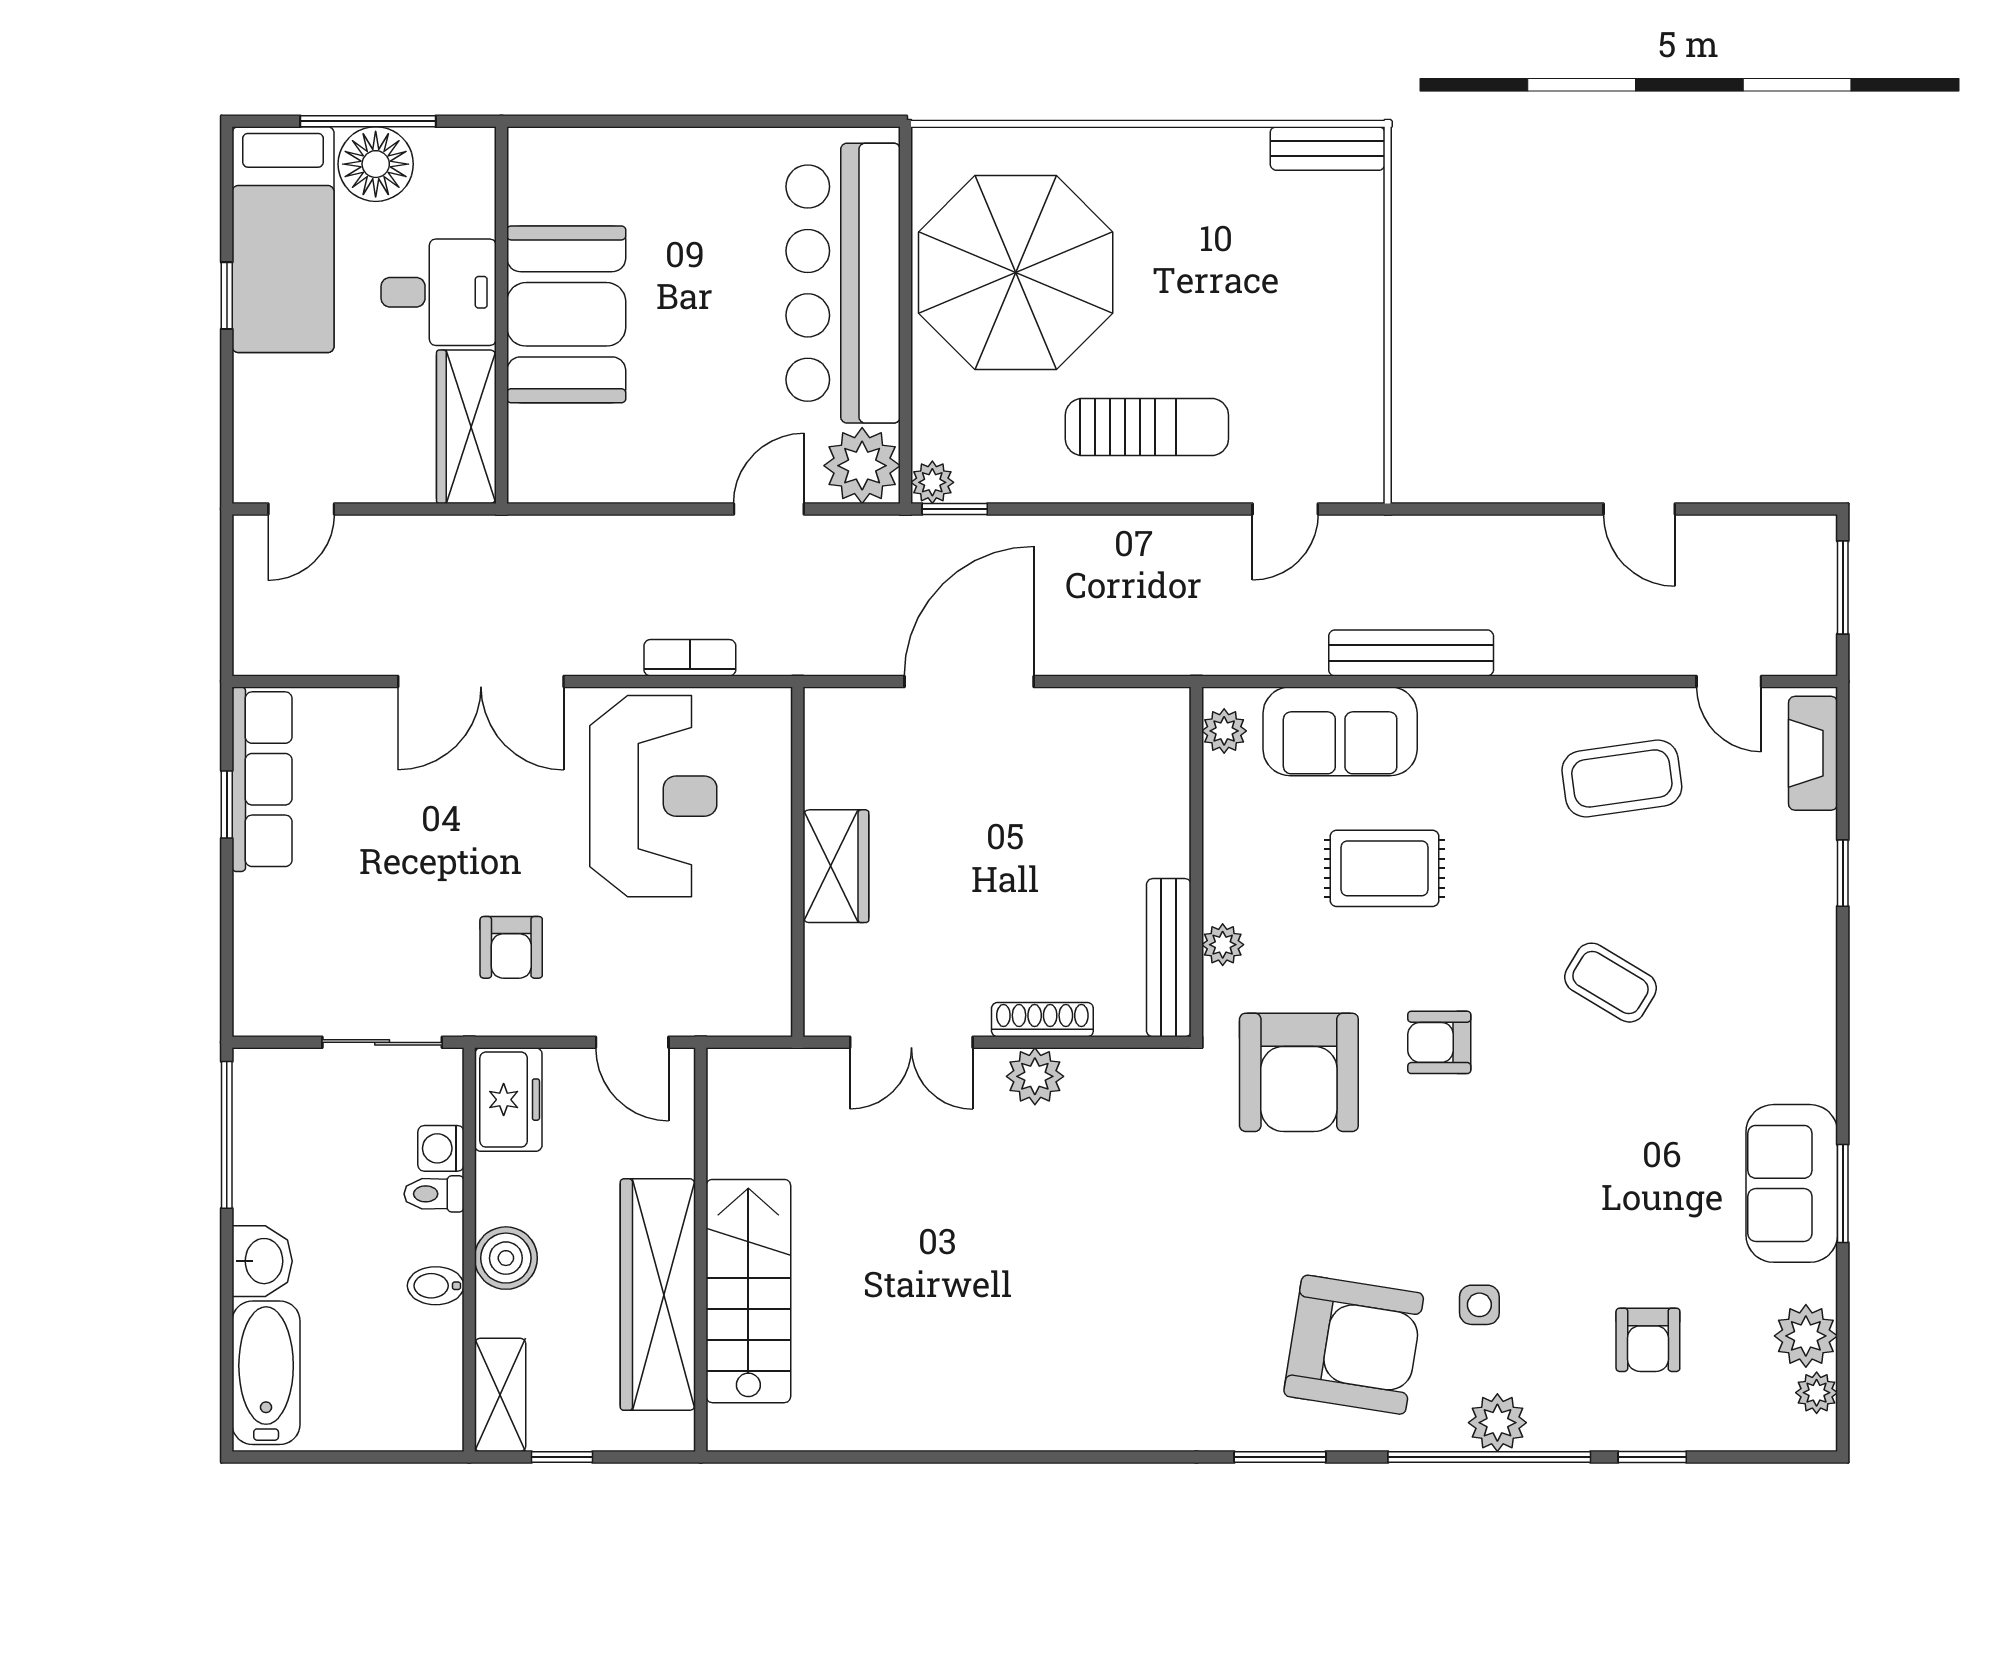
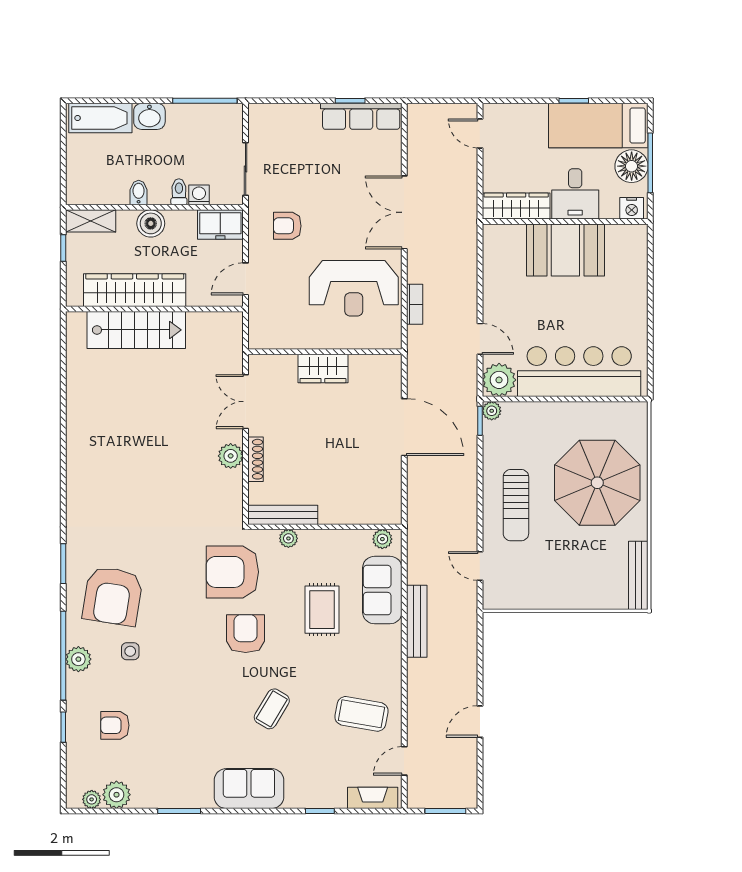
bench: (1328, 148) -> (638, 575), width x1.36
nightstand: (471, 164) -> (632, 208), added
parasol: (1016, 273) -> (597, 483), moved
coffee table: (1622, 778) -> (361, 714), turned -72
armchair: (1439, 1042) -> (246, 634), width x1.38, depth x1.38
sofa: (1792, 1183) -> (249, 789), moved

